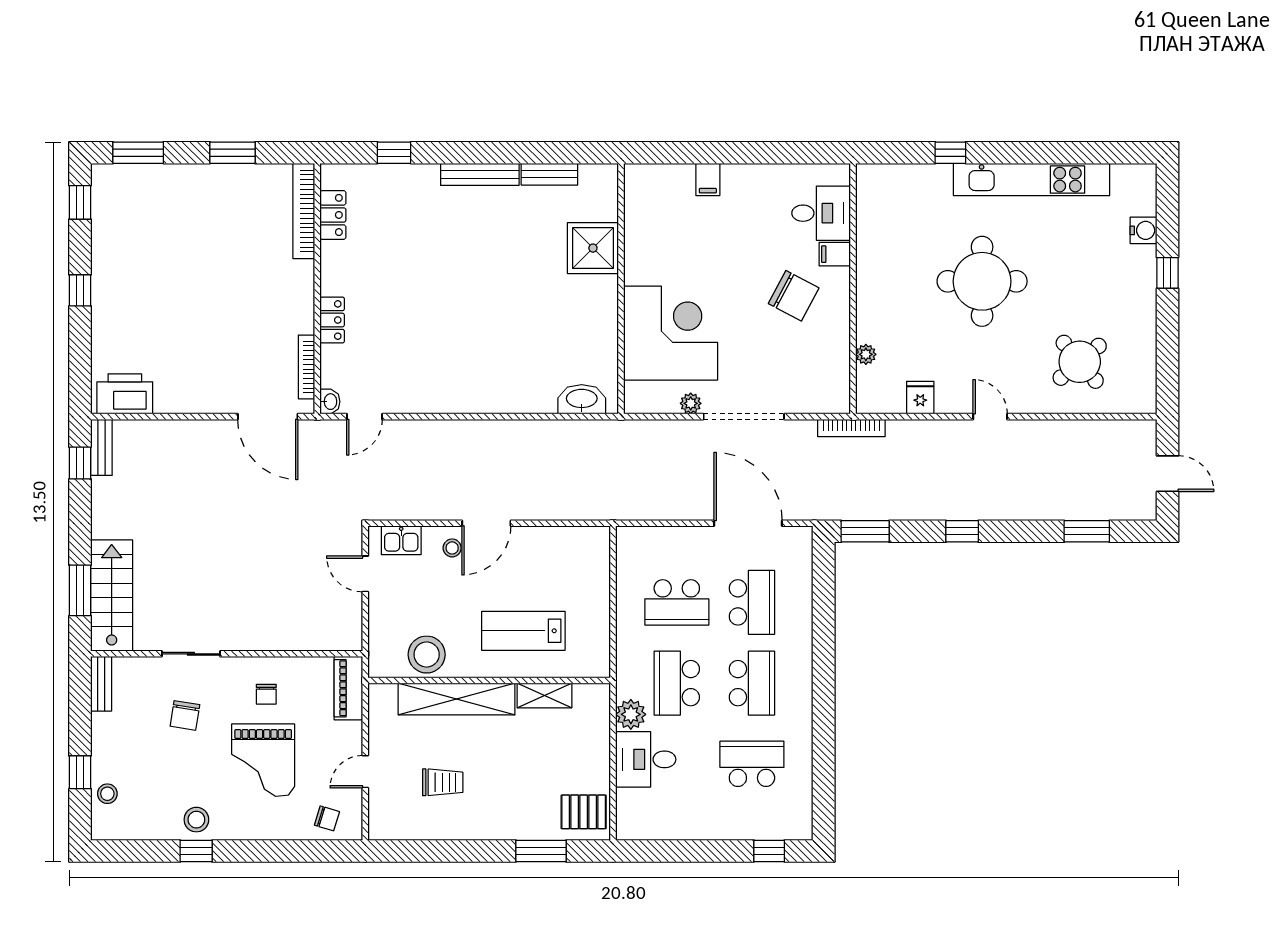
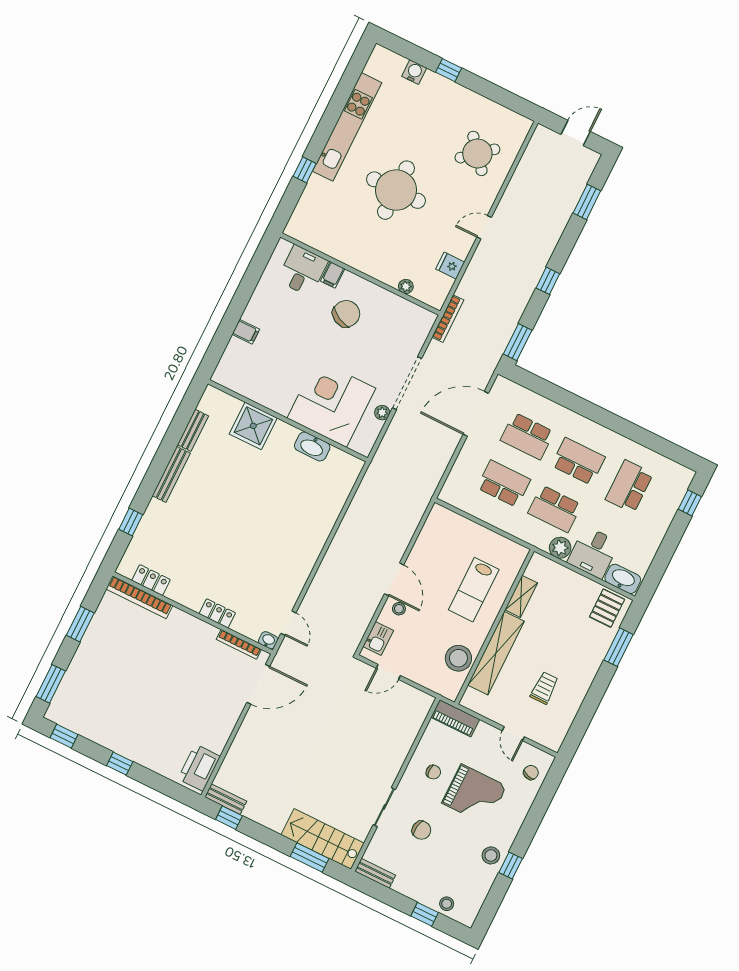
washbasin: (582, 399) -> (312, 446), moved, turned -90
school desk: (677, 602) -> (504, 484), turned -90
school desk: (752, 602) -> (527, 436), turned 180
washbasin: (630, 814) -> (623, 579), added

